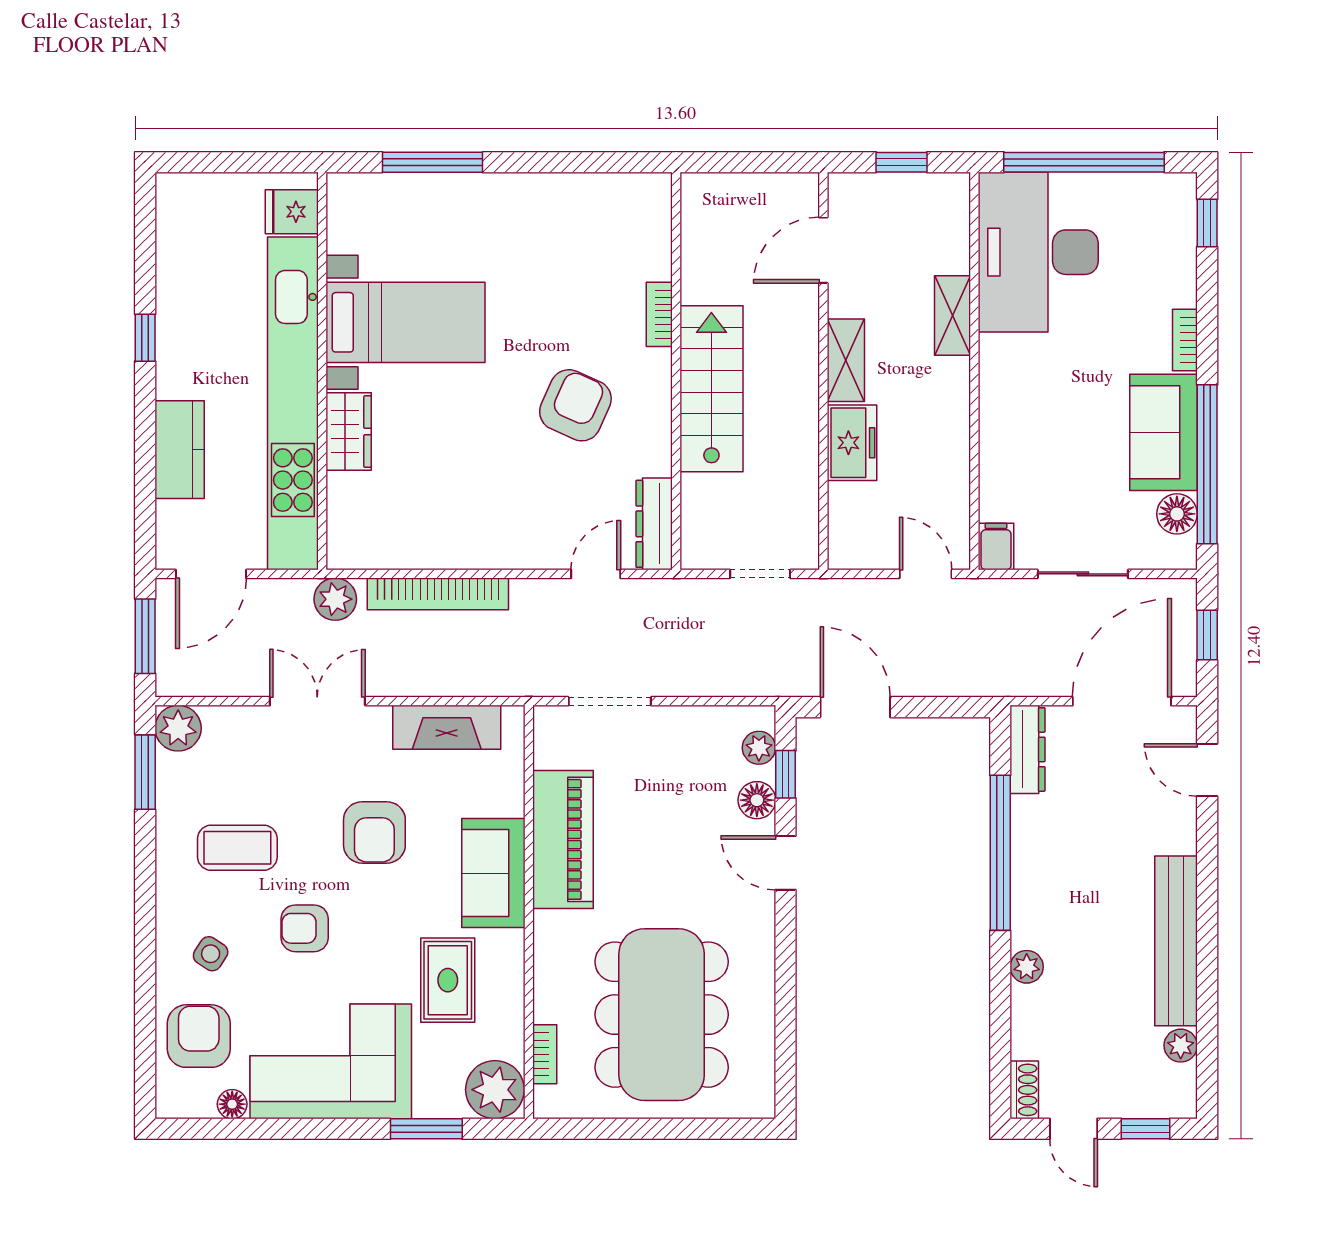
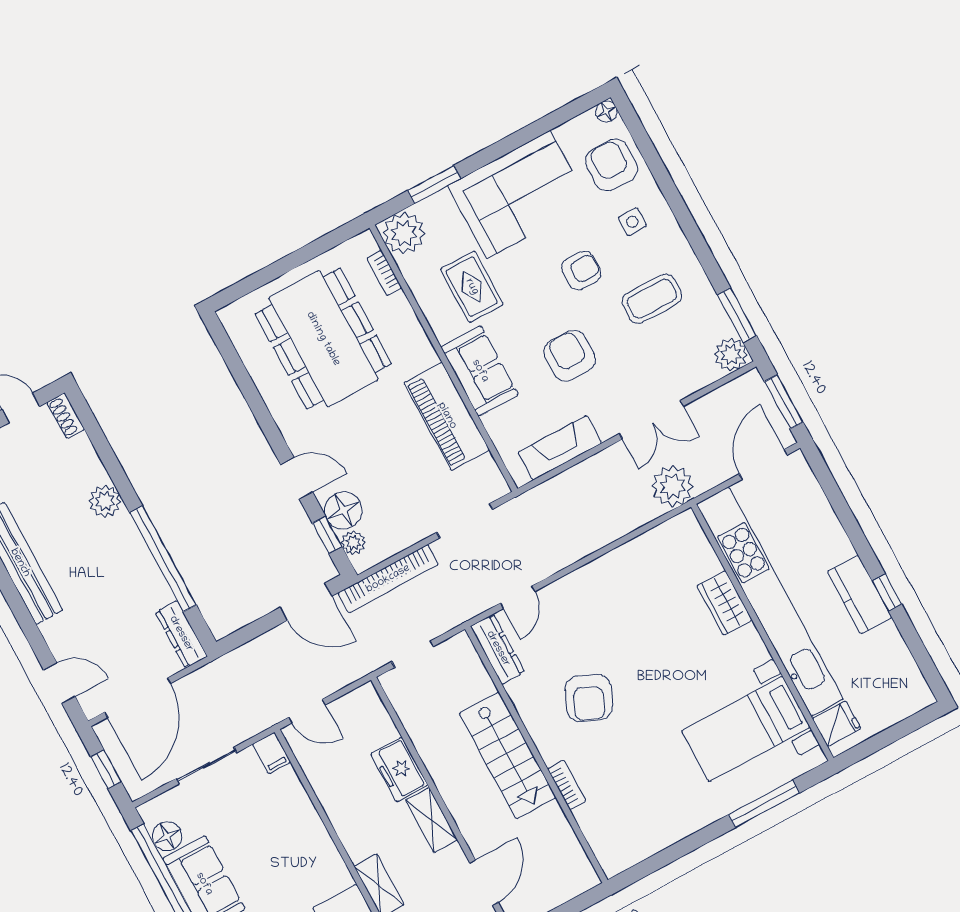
bed with nightstands: (405, 322) -> (746, 729), moved
kitchen counter: (180, 450) -> (860, 595), moved
bookcase: (438, 594) -> (388, 579), moved, turned 180
plant: (335, 599) -> (673, 486), width x1.36, depth x1.36
floor lamp: (757, 800) -> (343, 510), width x1.38, depth x1.38
side table: (211, 954) -> (632, 222), turned -33
plant: (1027, 967) -> (105, 501), width x1.38, depth x1.38
armchair: (199, 1036) -> (611, 165), turned 180
floor lamp: (232, 1104) -> (607, 112), moved

